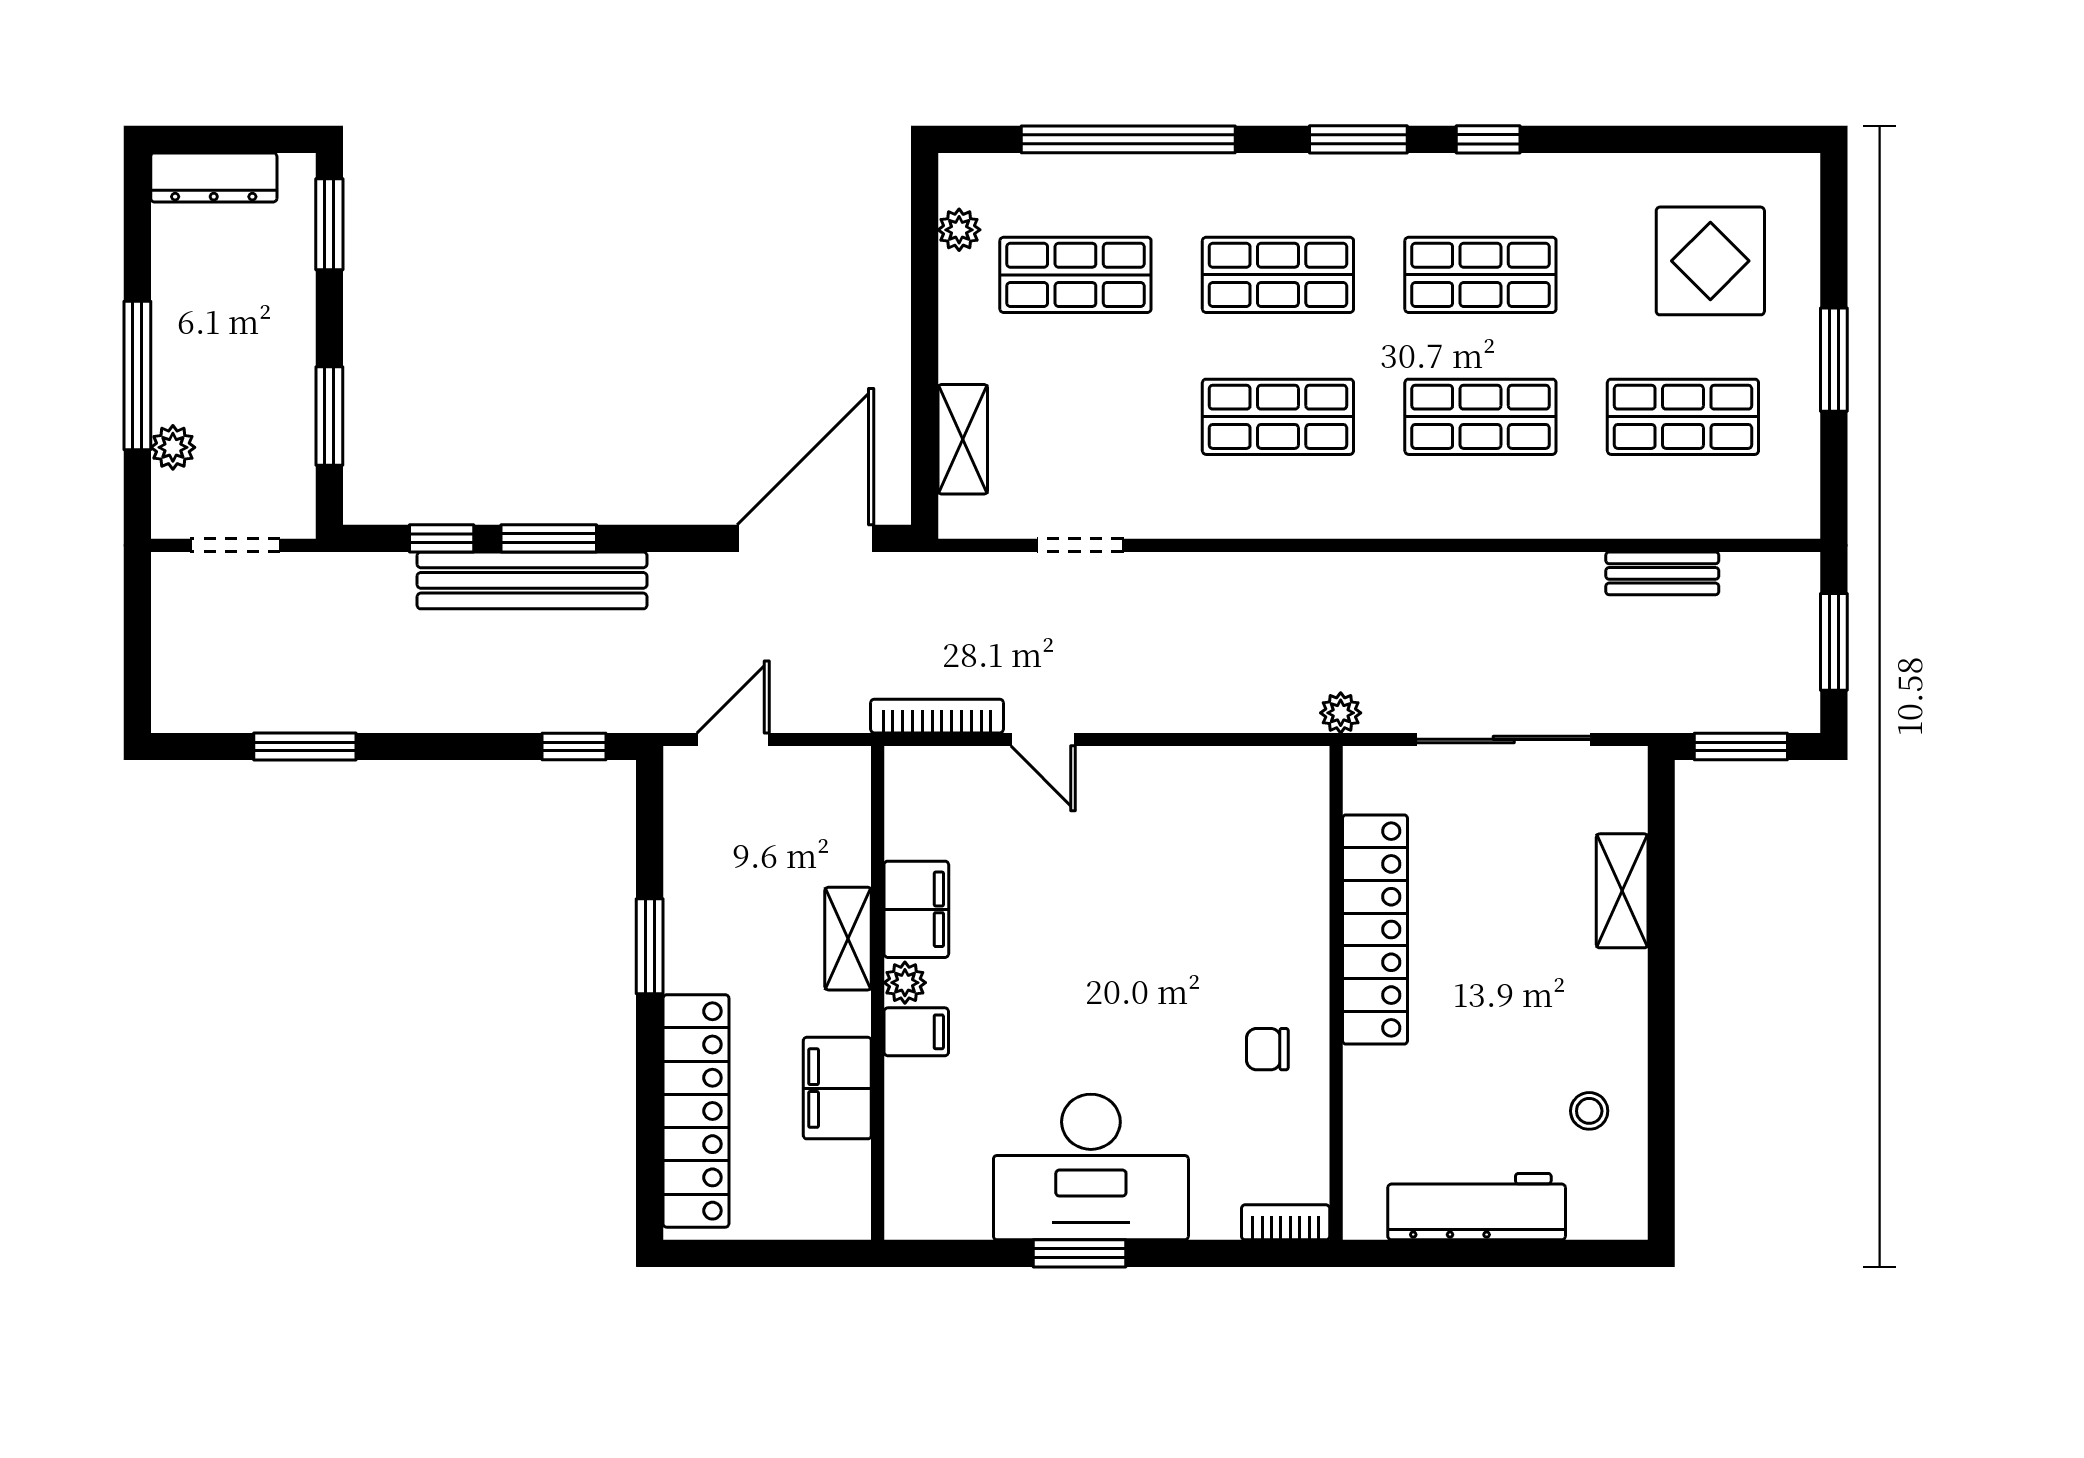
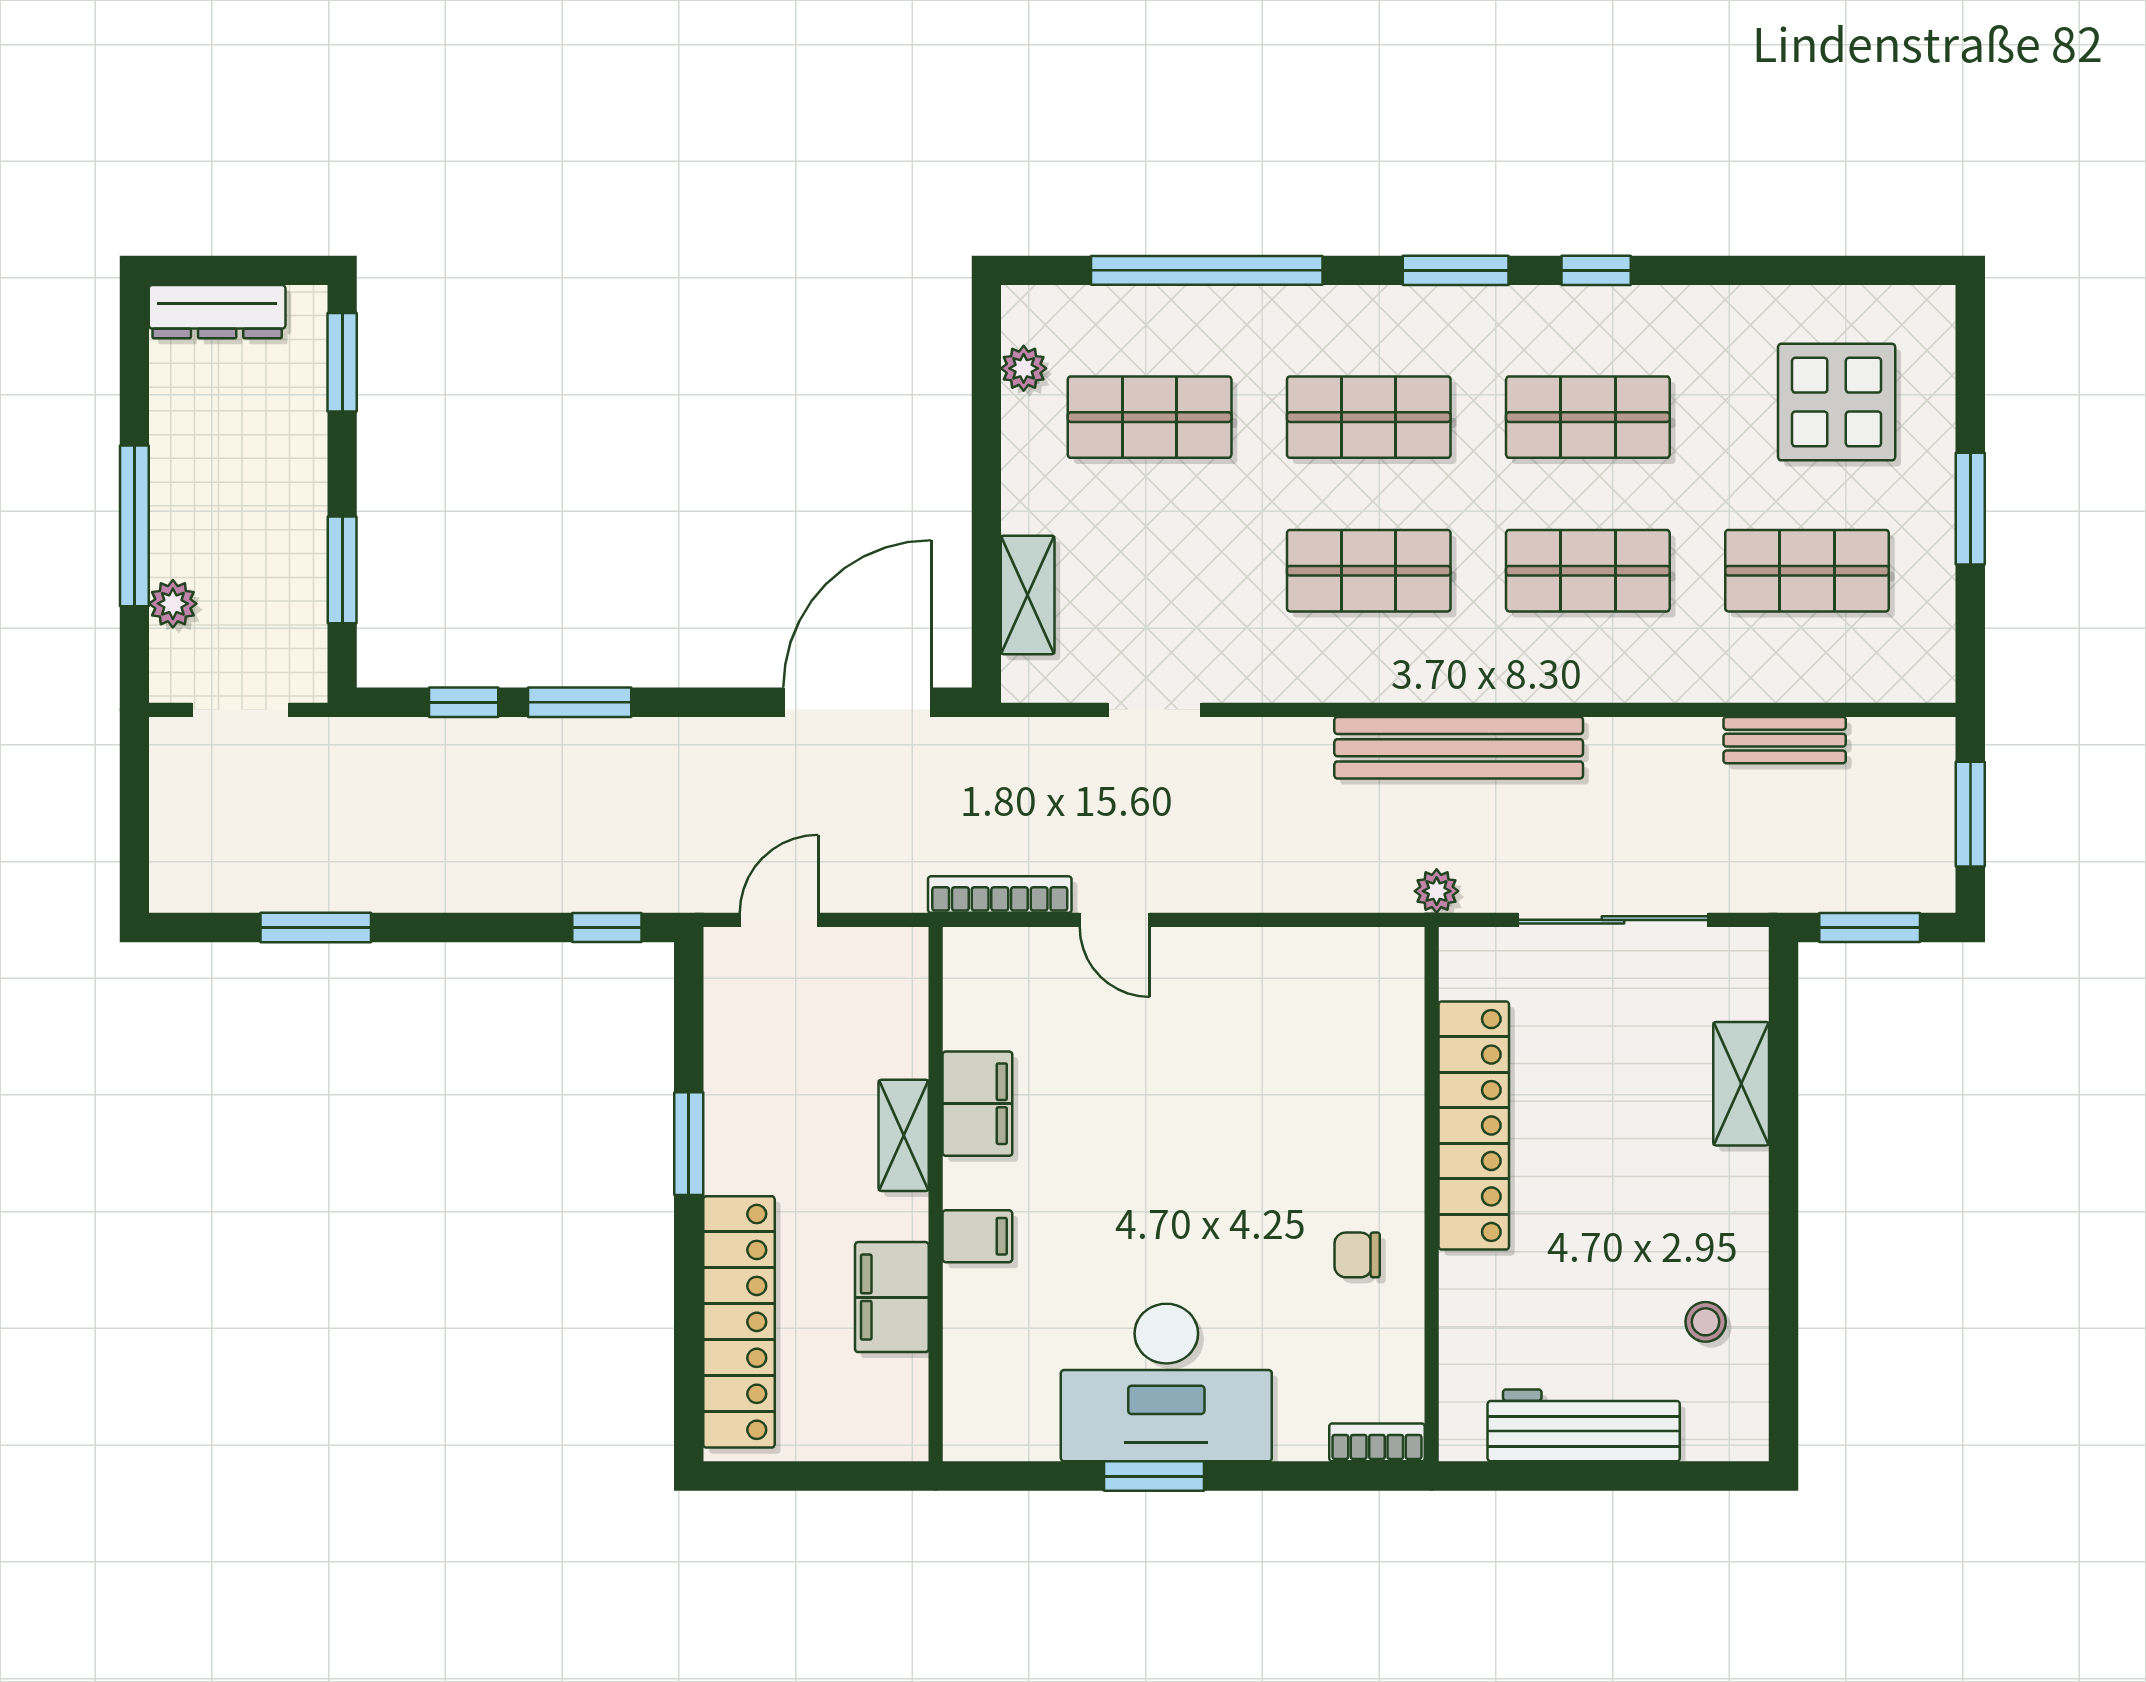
bench: (532, 580) -> (1459, 748), moved
plant: (905, 983) -> (965, 1183), removed

